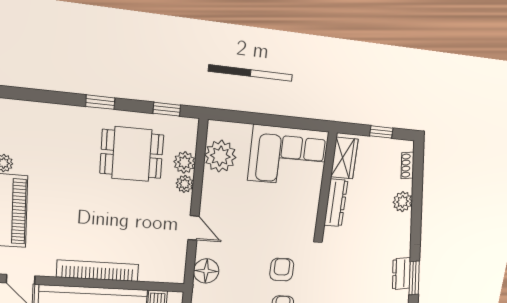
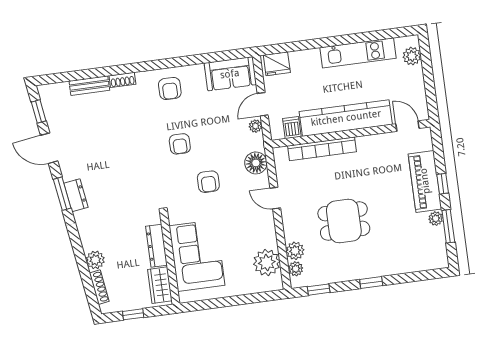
dining table: (132, 154) -> (344, 221), moved
corner sofa: (288, 156) -> (197, 256), moved, turned 90
shoe rack: (407, 165) -> (99, 287), width x1.43
plant: (185, 184) -> (296, 269), moved
armchair: (282, 270) -> (208, 182), moved
bookcase: (98, 271) -> (322, 149), moved

